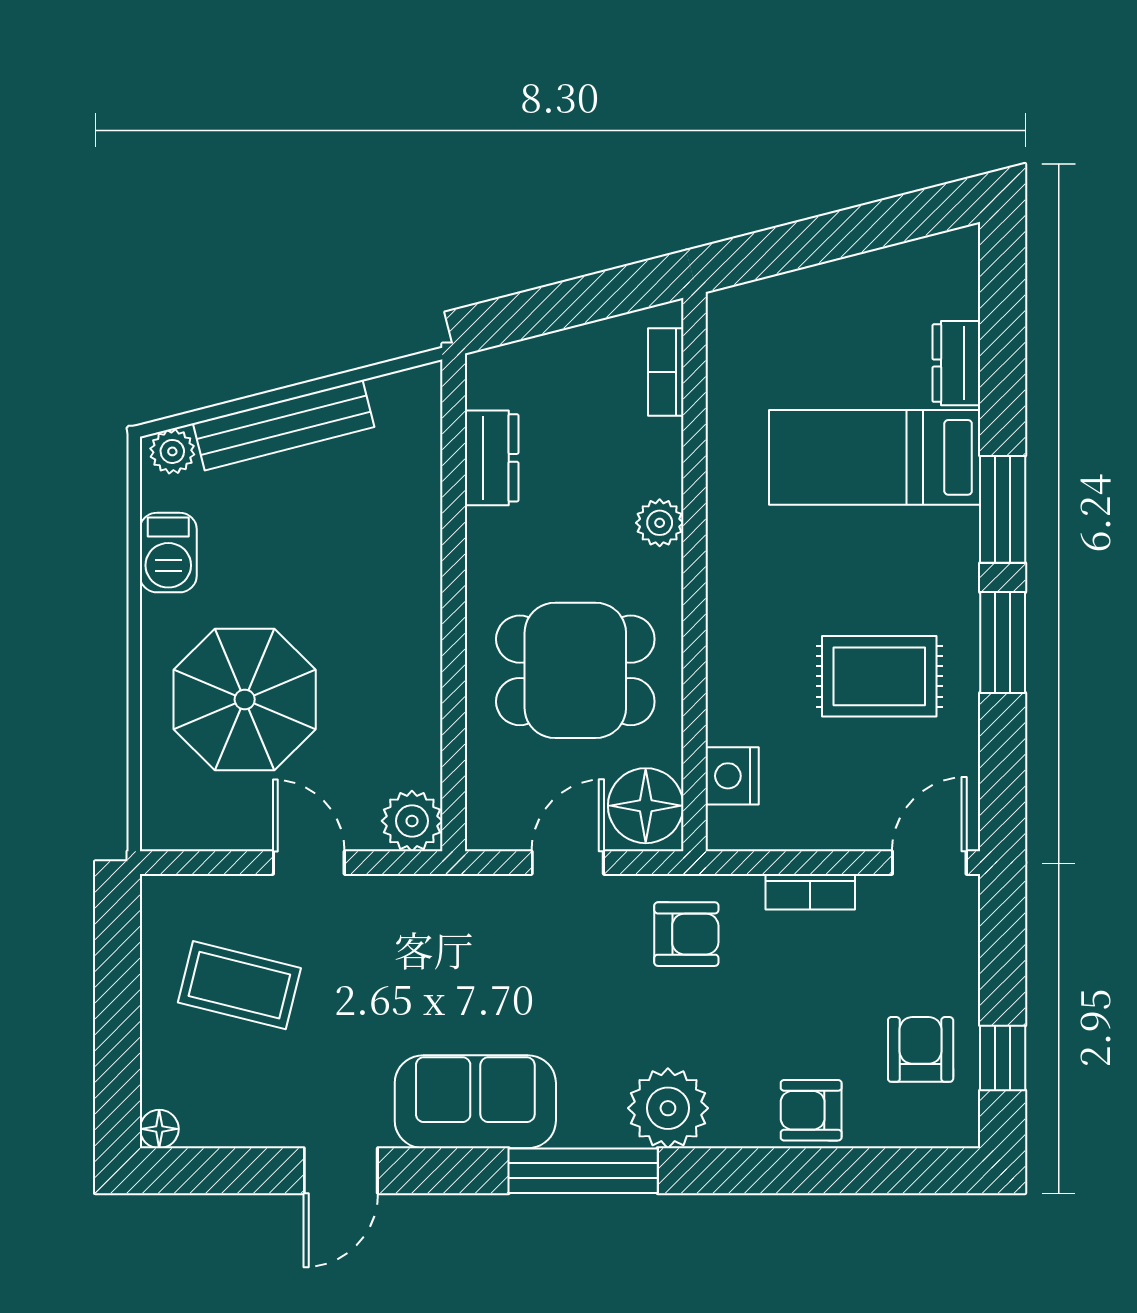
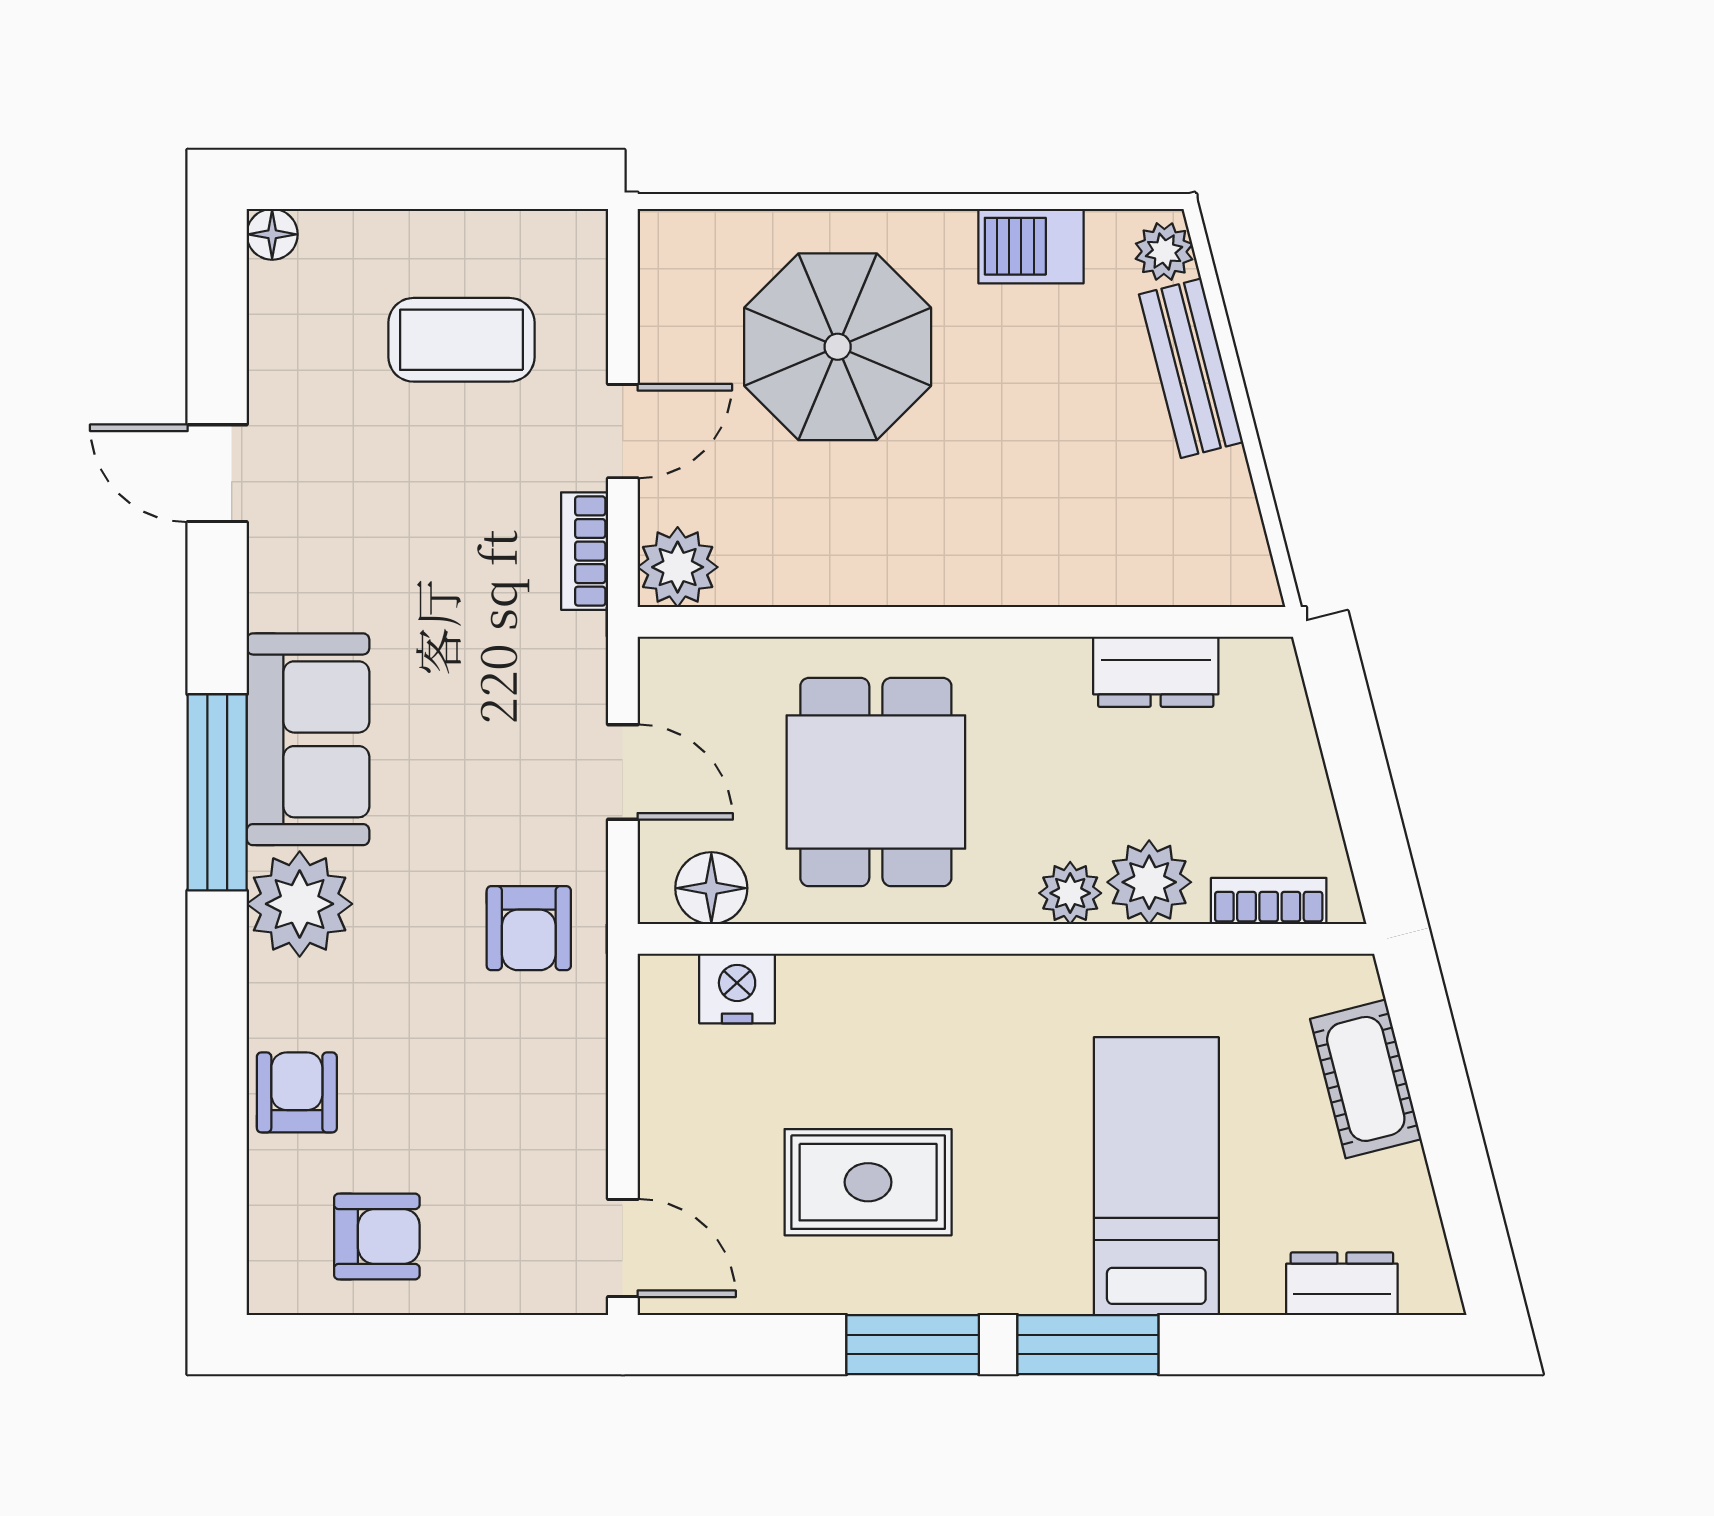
cot: (801, 298) -> (1366, 1079), added
dresser: (956, 363) -> (1342, 1284), moved
bench: (284, 425) -> (1191, 368), width x0.73
plant: (651, 463) -> (1149, 882), added
rug: (879, 676) -> (868, 1182), turned 90
floor lamp: (646, 806) -> (711, 888), width x0.73, depth x0.73
bookcase: (810, 892) -> (585, 551), moved
coffee table: (239, 985) -> (462, 340), turned 76
window: (1003, 1058) -> (366, 1345), removed
sofa: (475, 1102) -> (308, 739), moved

